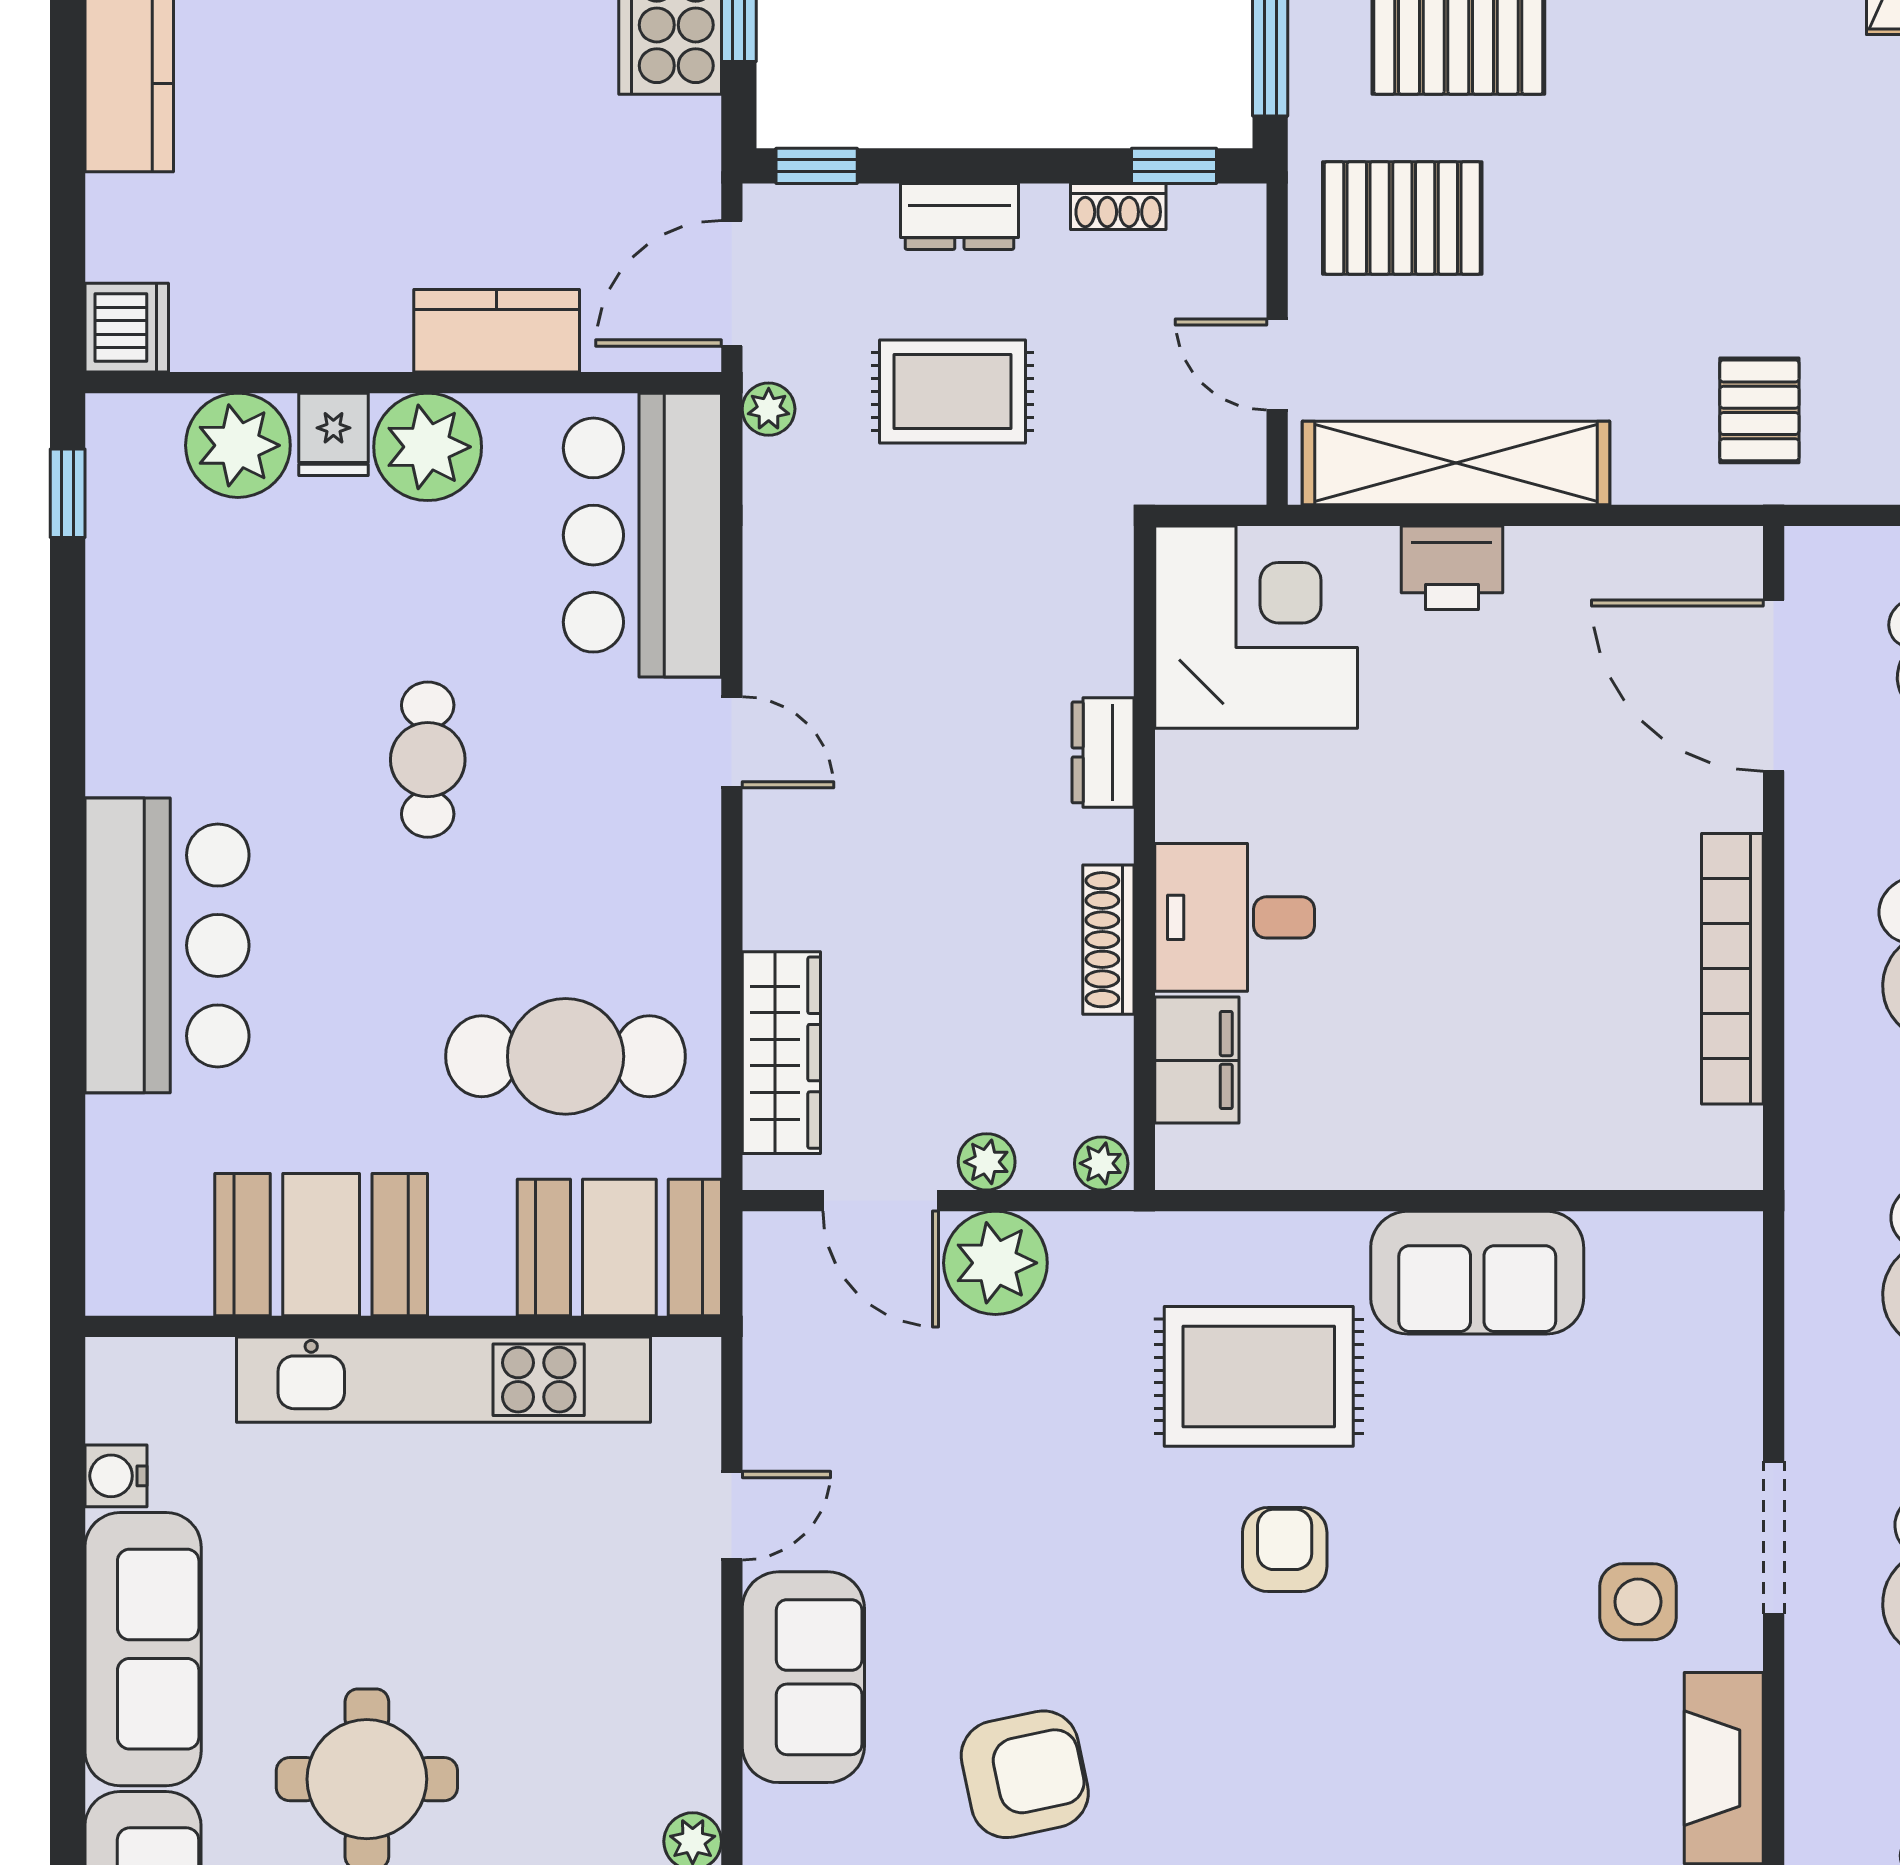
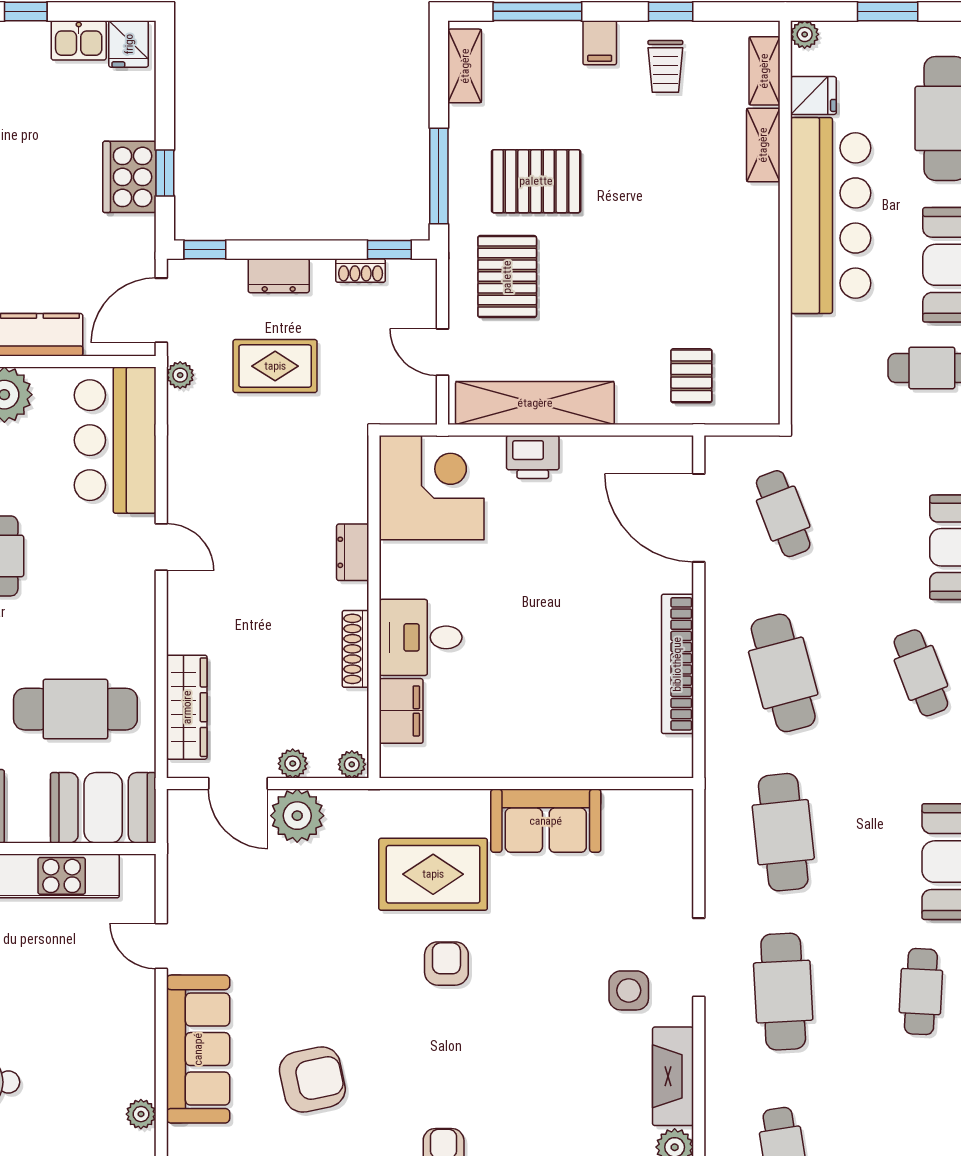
pallet: (1402, 218) -> (507, 277), turned 90
door: (732, 1516) -> (161, 946), swing flipped
sofa: (803, 1677) -> (198, 1049), width x1.36

